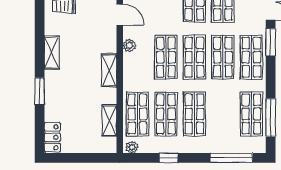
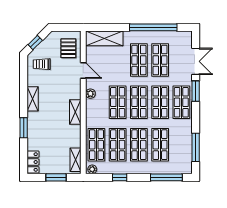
shop shelf: (251, 114) -> (160, 145), moved
shelving: (109, 121) -> (76, 160), moved
window: (83, 158) -> (56, 177), added

